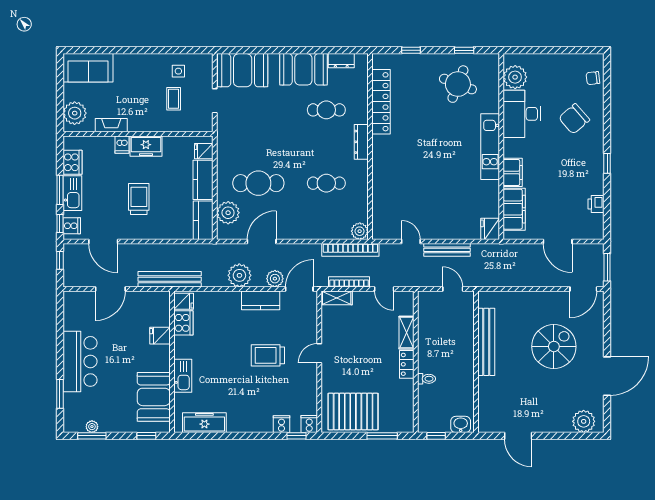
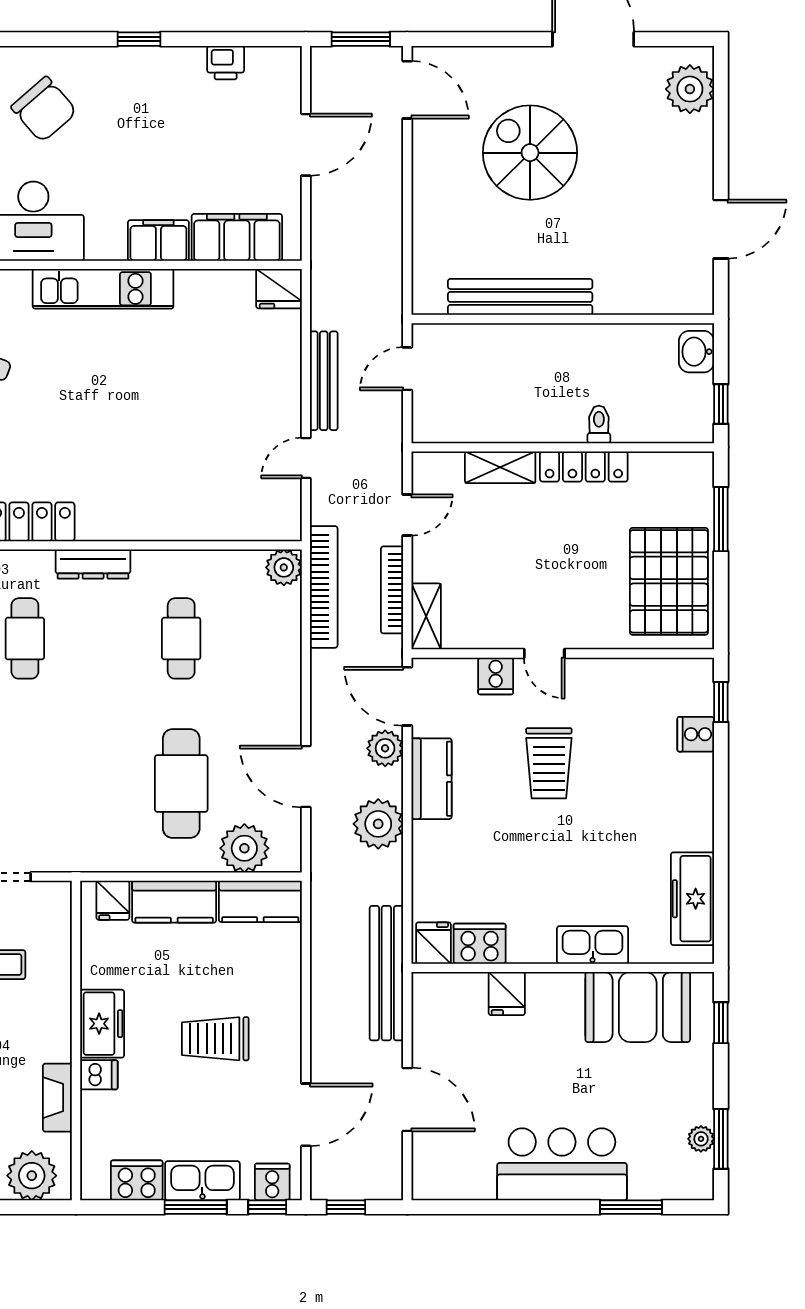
locker: (407, 364) -> (584, 467), width x1.53
cooker: (309, 424) -> (496, 676), moved, turned -90

